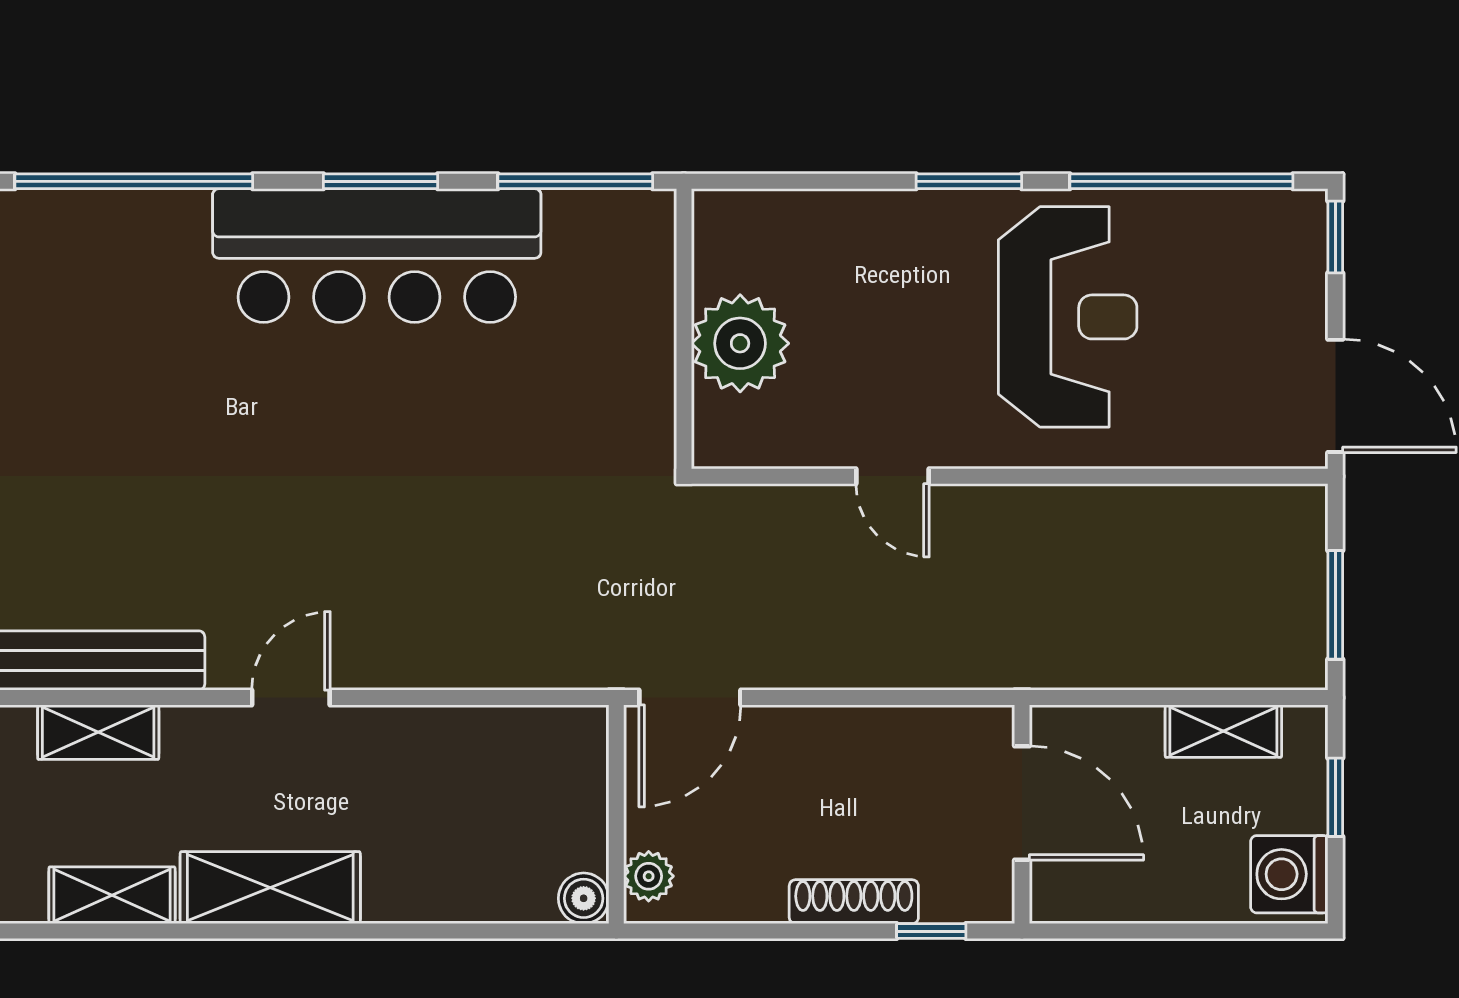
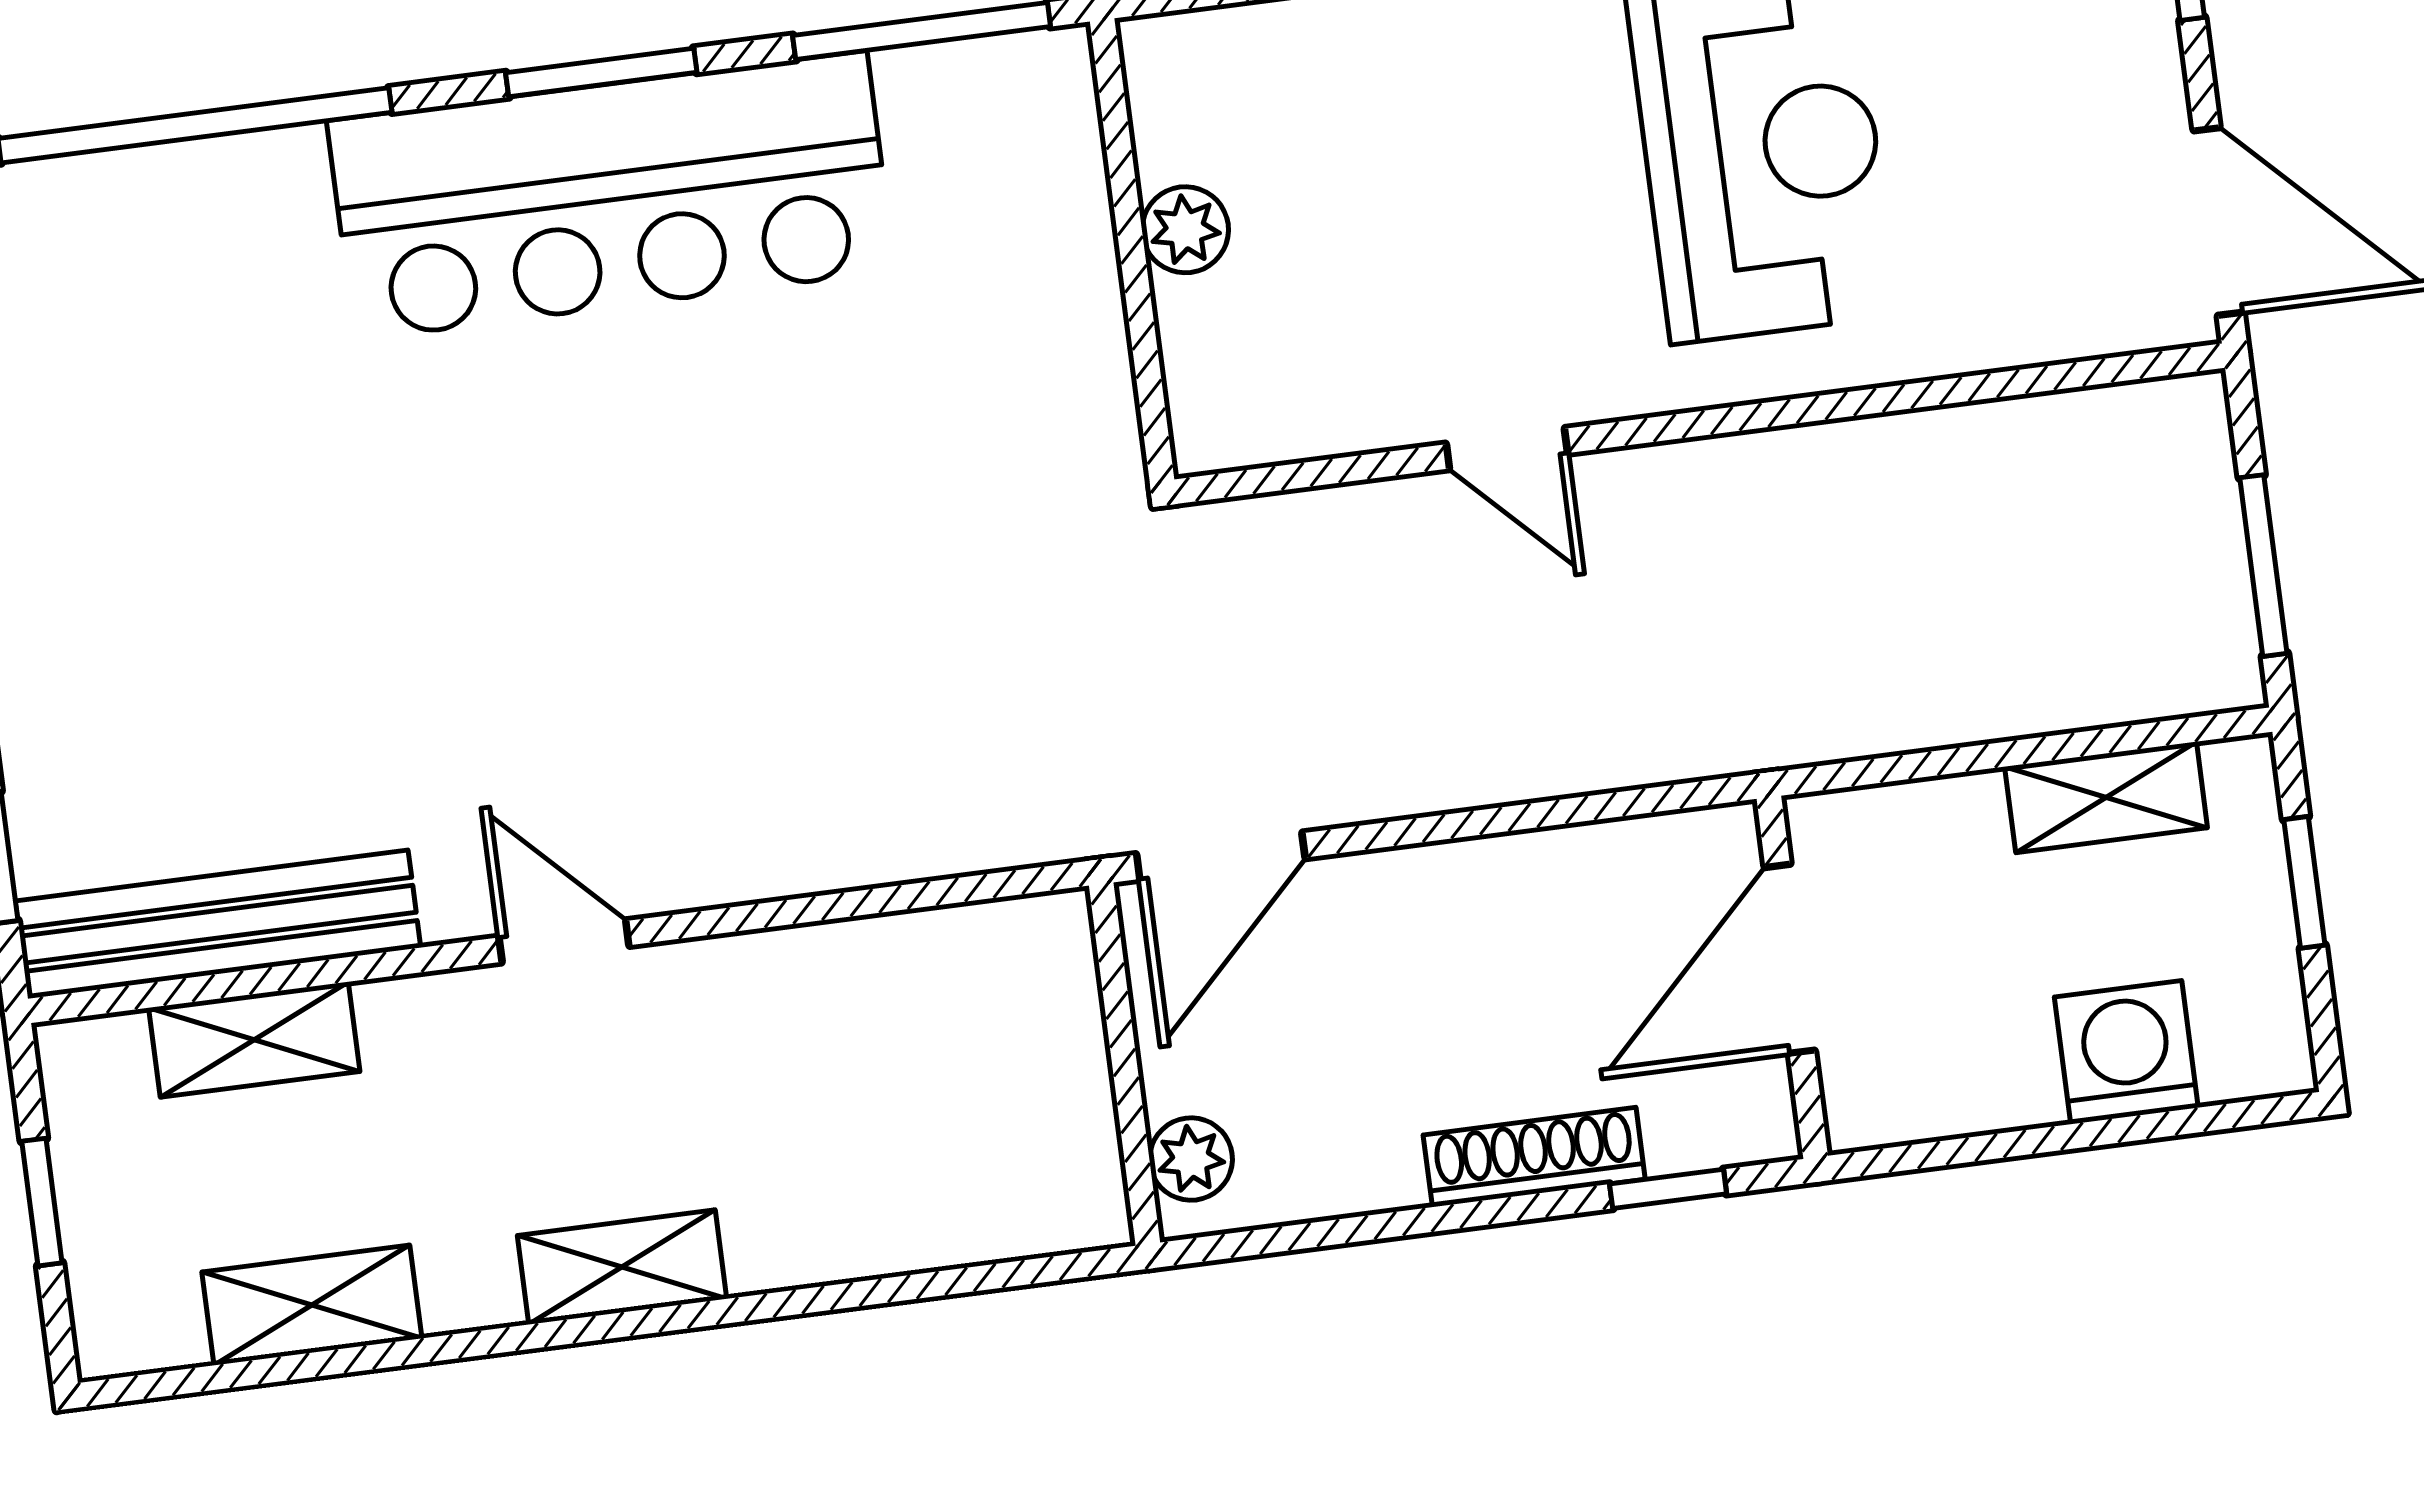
plant: (740, 343) -> (1185, 230), width x0.53, depth x0.53
door: (291, 698) -> (564, 941), hinge flipped
door: (1022, 803) -> (1790, 959), swing flipped
washing machine: (1289, 874) -> (2126, 1052), moved, turned 90
shelving: (270, 888) -> (622, 1267), width x0.67, depth x0.75
boiler: (584, 898) -> (1089, 1209), removed

